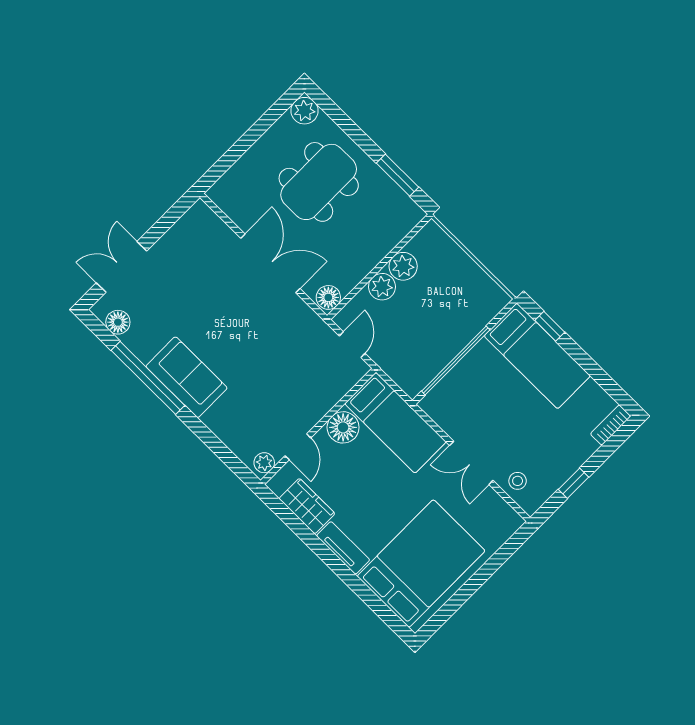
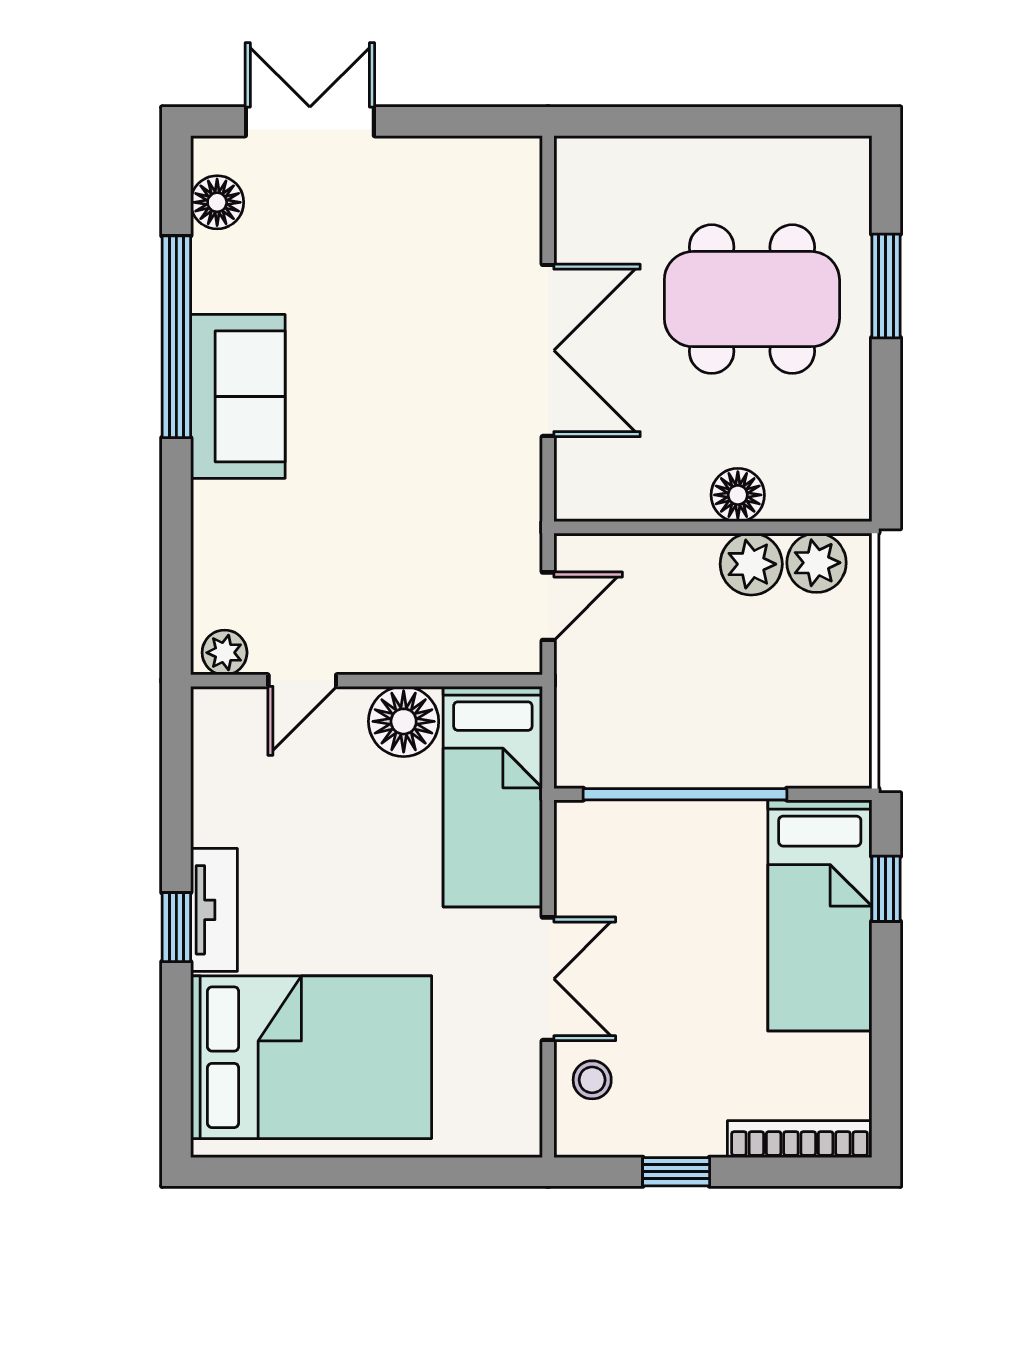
plant: (304, 111) -> (842, 165), removed
window: (398, 175) -> (886, 286), moved
plant: (382, 287) -> (817, 563), moved
floor lamp: (328, 297) -> (738, 495), moved
bookcase: (611, 425) -> (800, 1139), width x1.56
double door: (471, 463) -> (548, 979), swing flipped
wardrobe: (307, 506) -> (223, 788), removed
window: (337, 565) -> (176, 927), added

